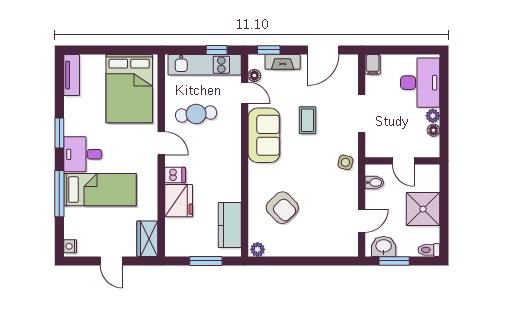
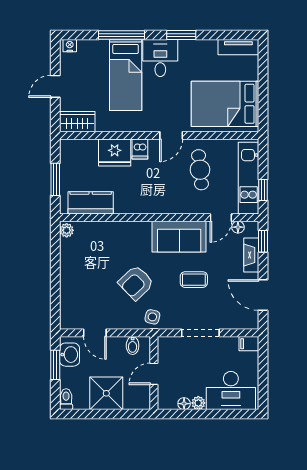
armchair: (282, 208) -> (136, 283), moved

